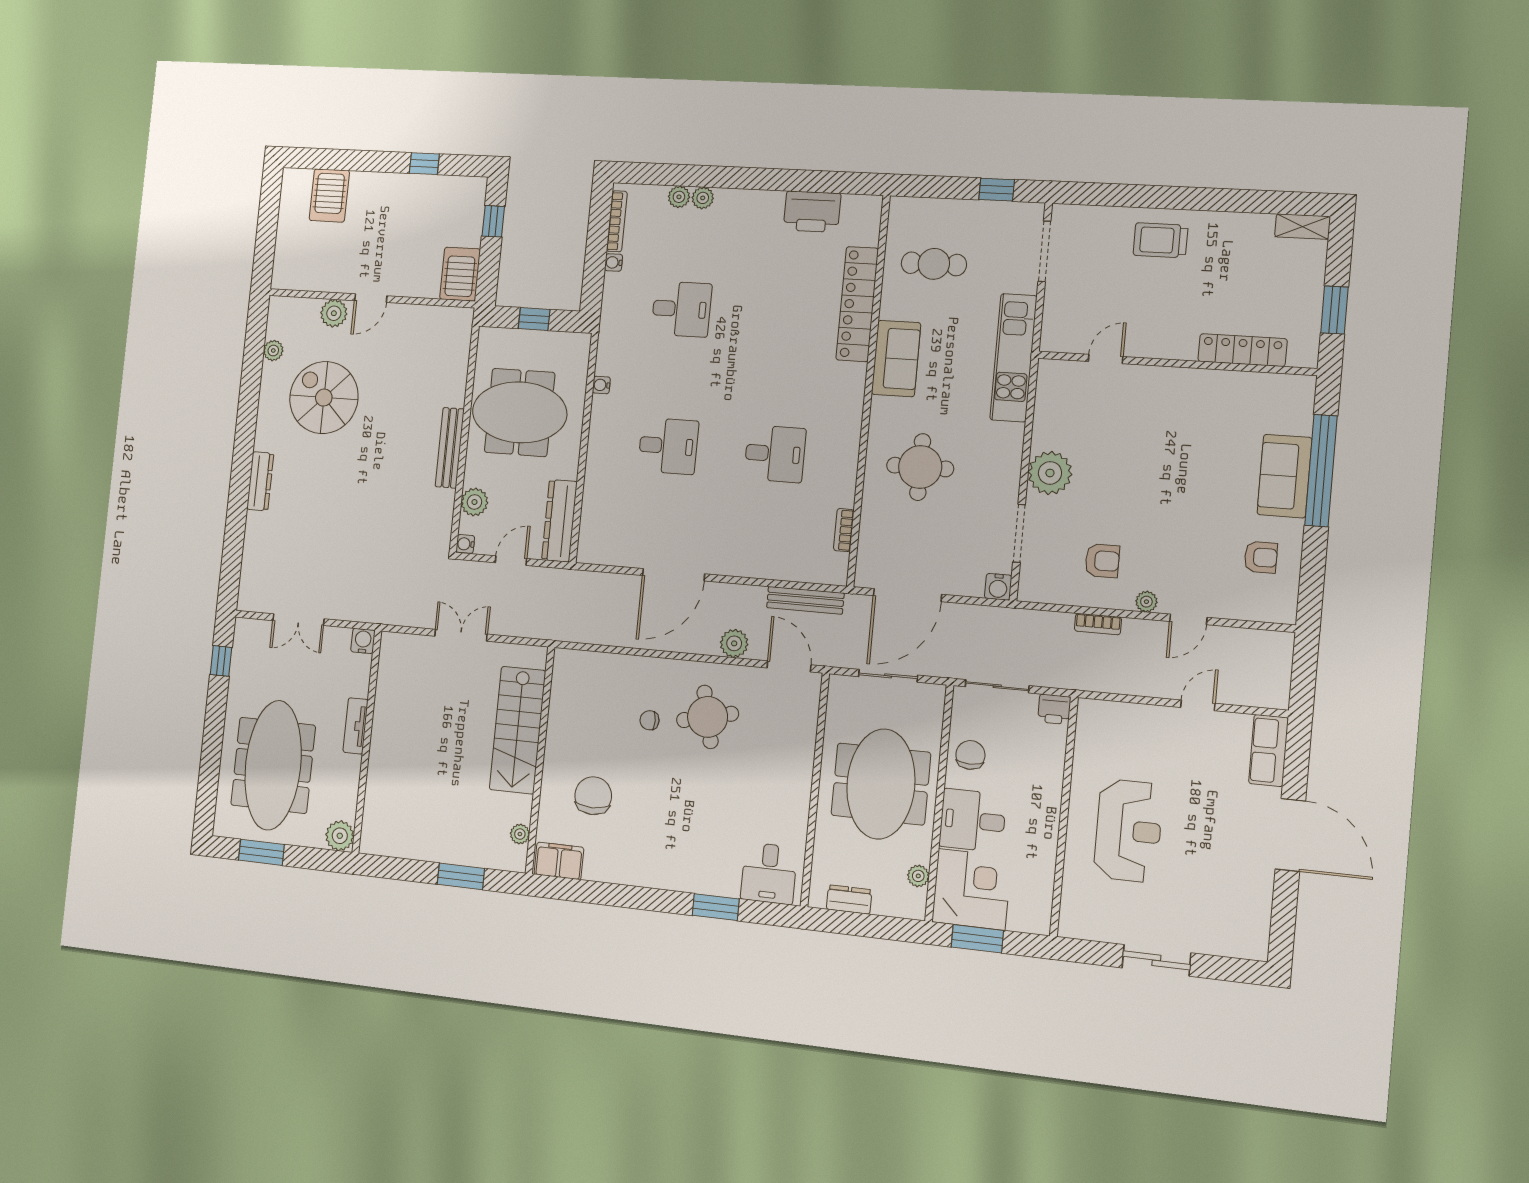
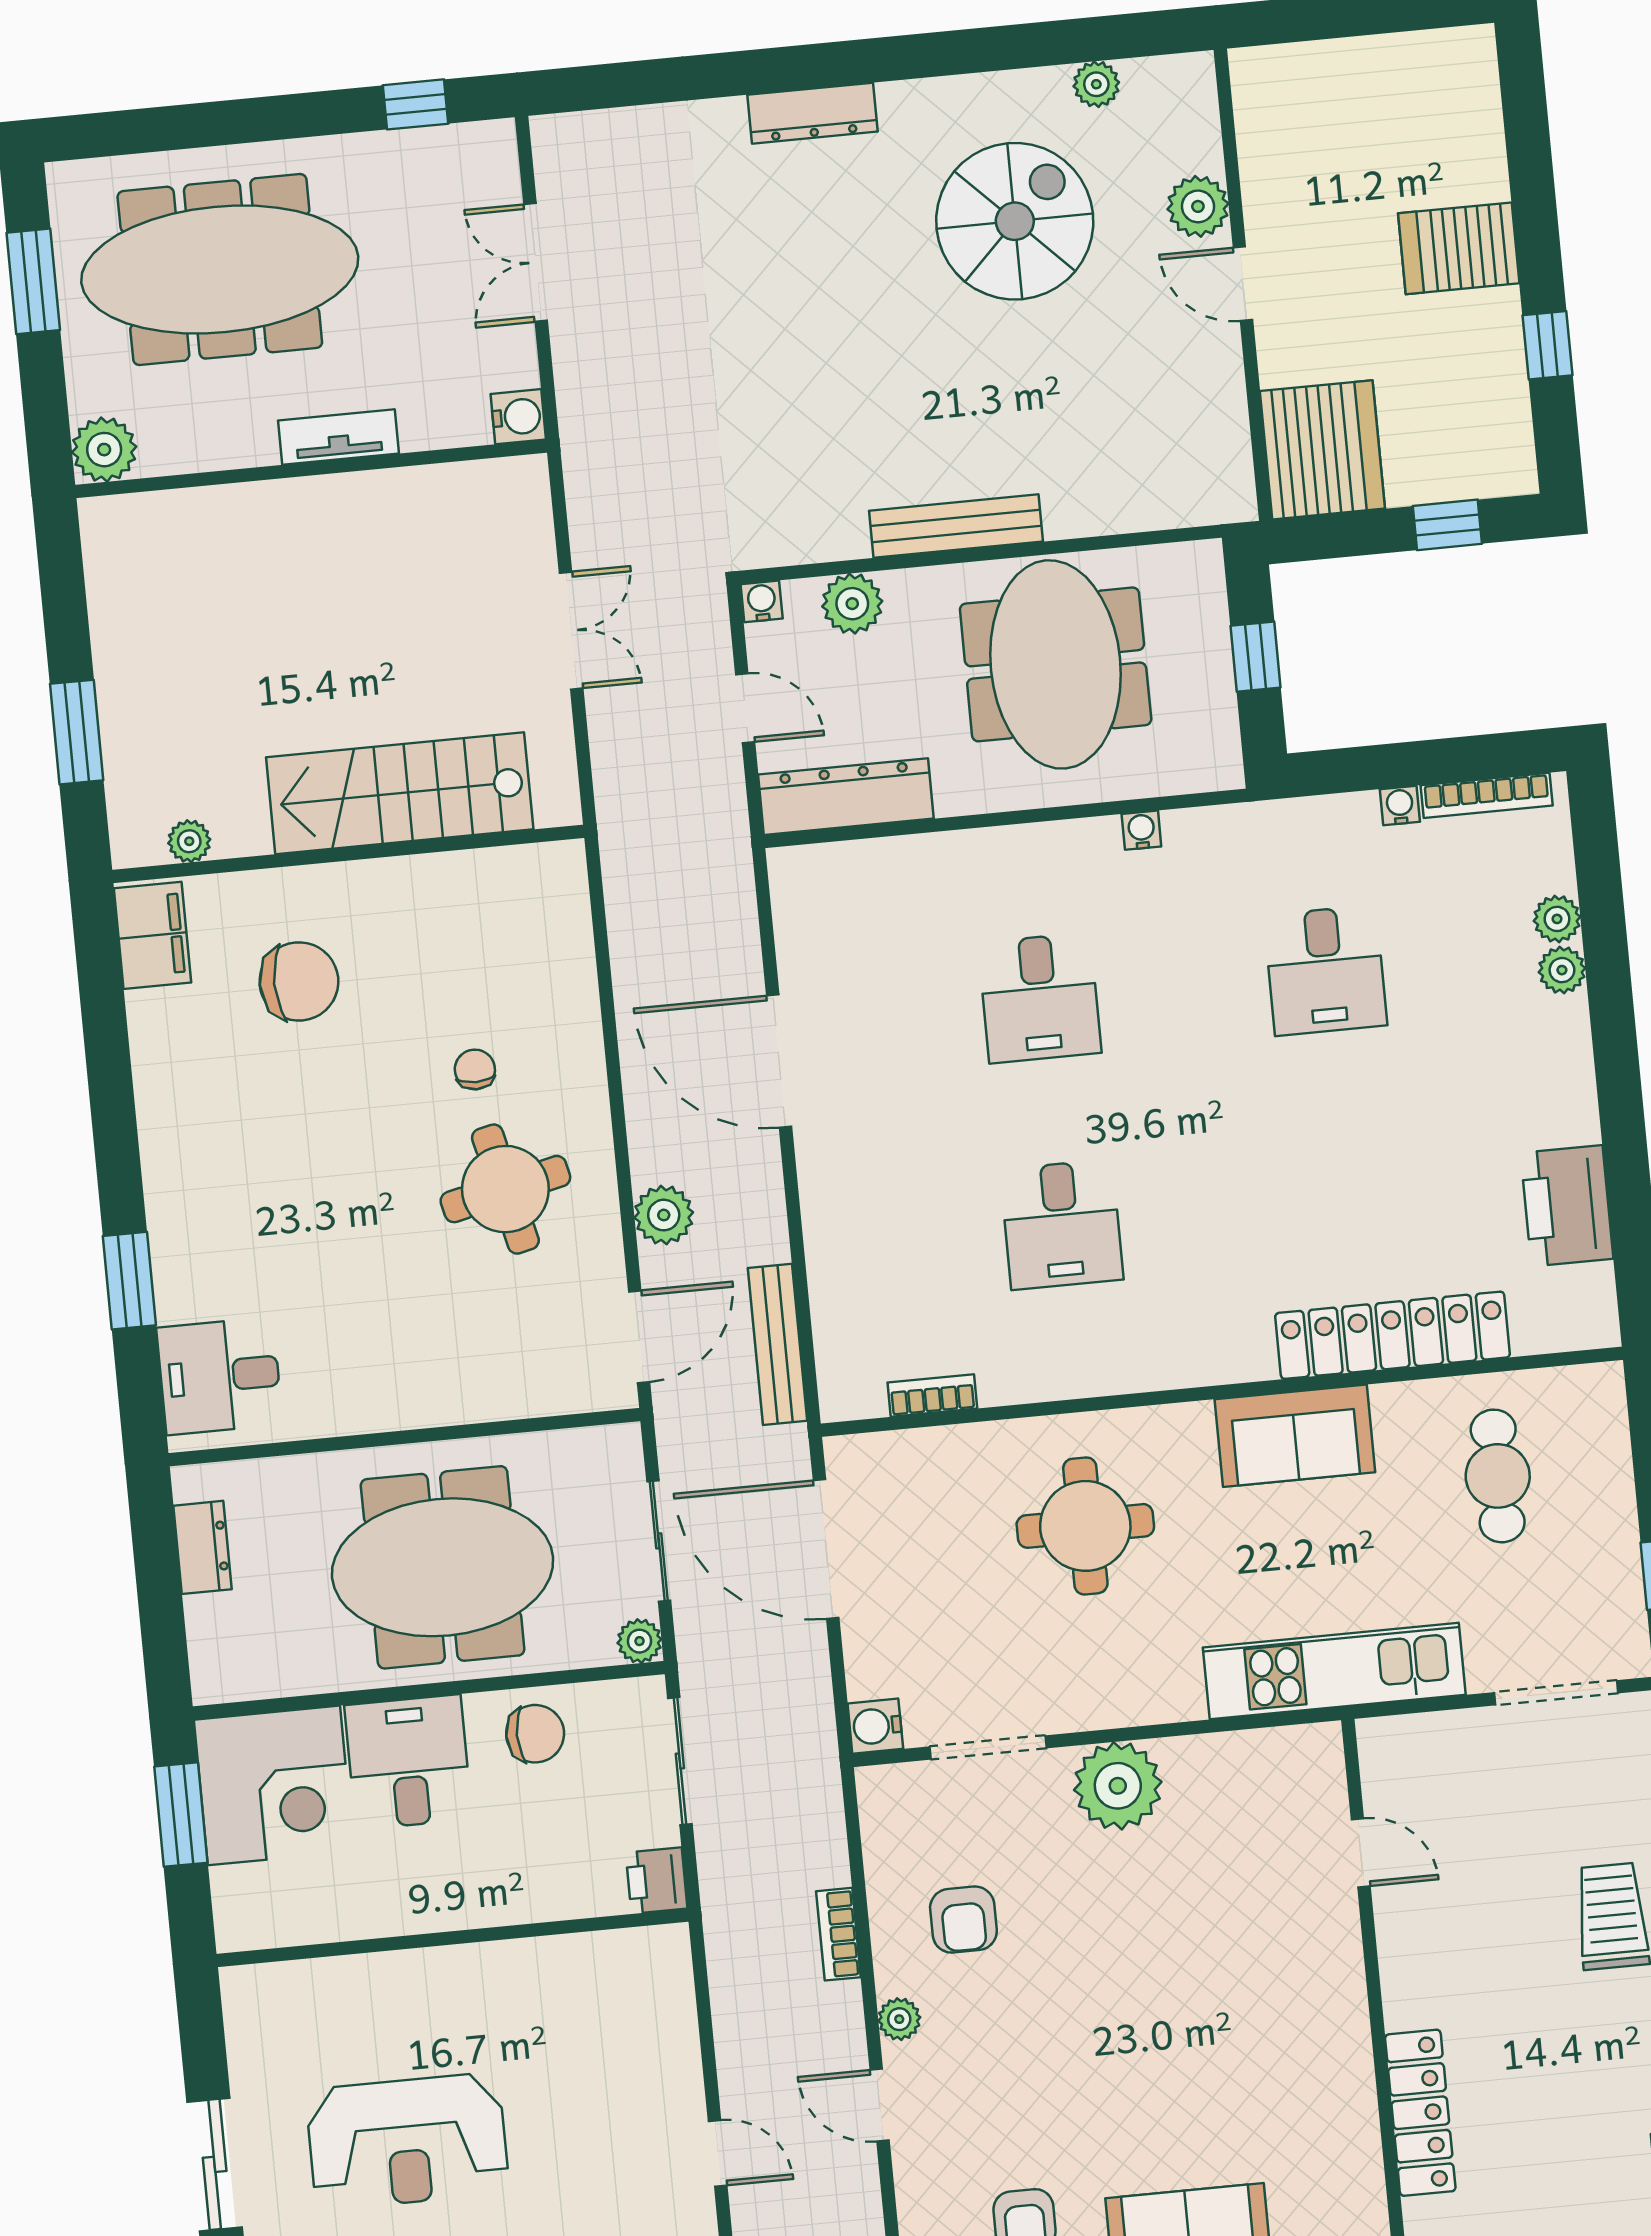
server rack: (329, 195) -> (1459, 248), moved
server rack: (460, 274) -> (1322, 450), width x1.60
reception desk: (1128, 831) -> (407, 2141), moved
plant: (918, 876) -> (639, 1641), moved

